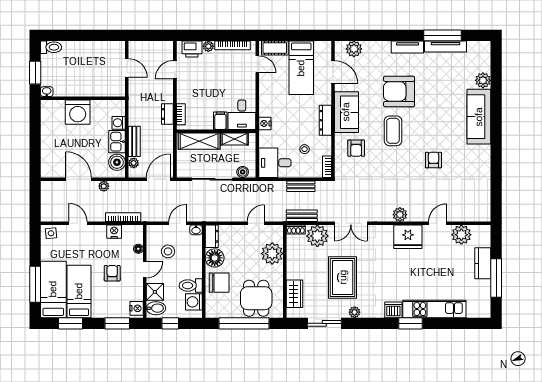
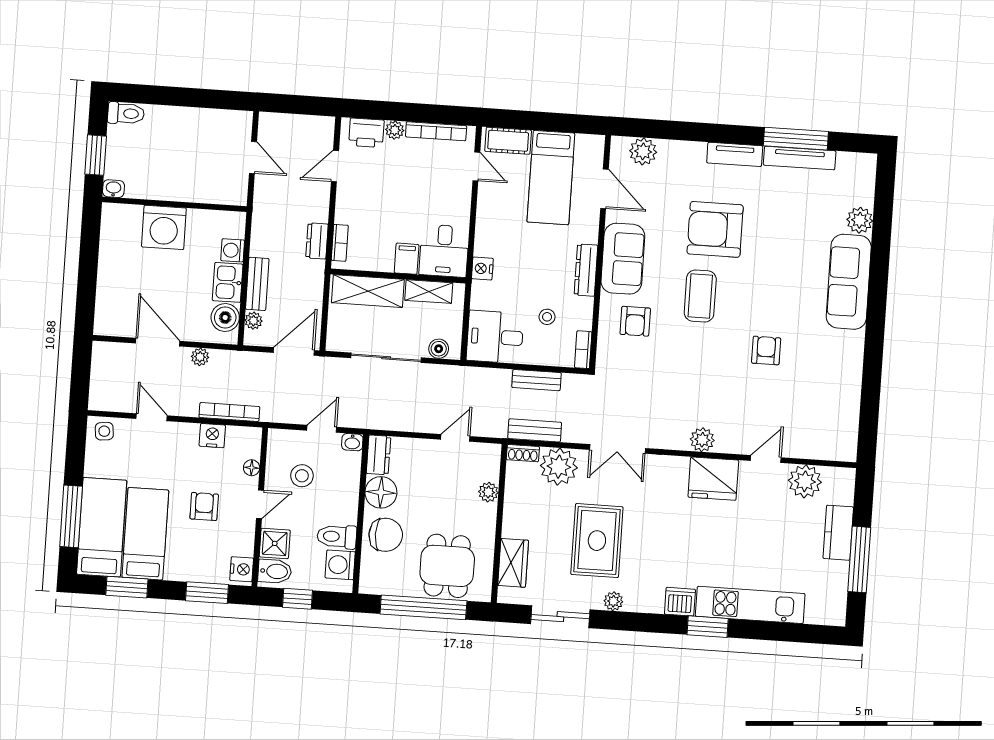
plant: (272, 254) -> (488, 492), width x0.53, depth x0.53

